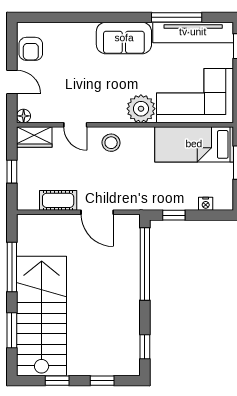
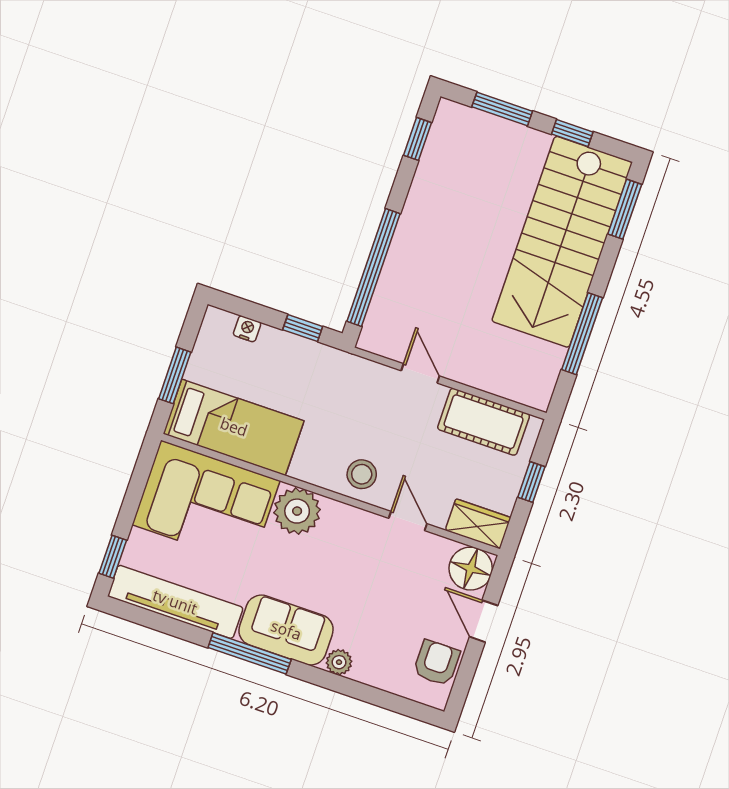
window: (177, 17) -> (250, 653), moved
plant: (87, 30) -> (339, 662), added
floor lamp: (24, 116) -> (471, 569), width x1.89, depth x1.89
cot: (58, 200) -> (484, 422), width x1.37, depth x1.34
door: (97, 212) -> (420, 373), width x0.73
window: (12, 330) -> (625, 209), moved
window: (102, 381) -> (502, 109), width x1.50

